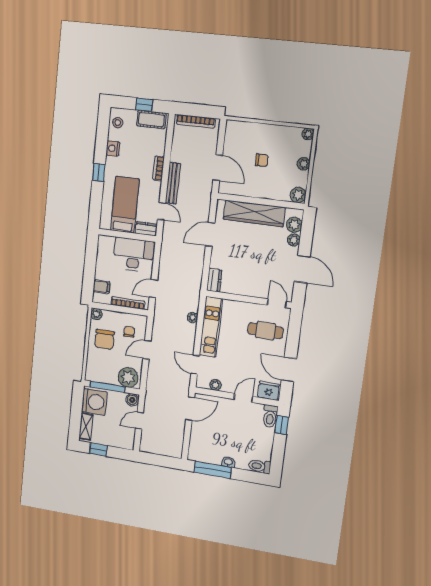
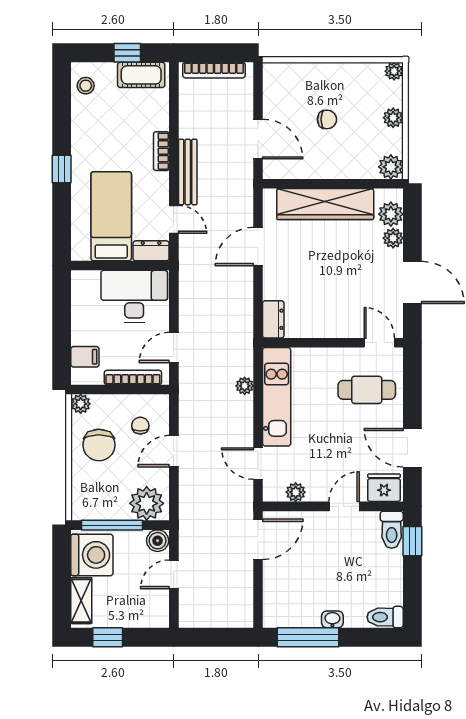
nightstand: (113, 148) -> (82, 128), removed

